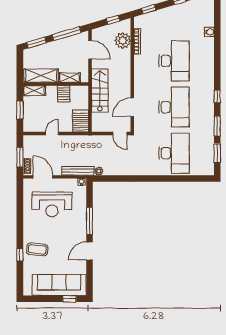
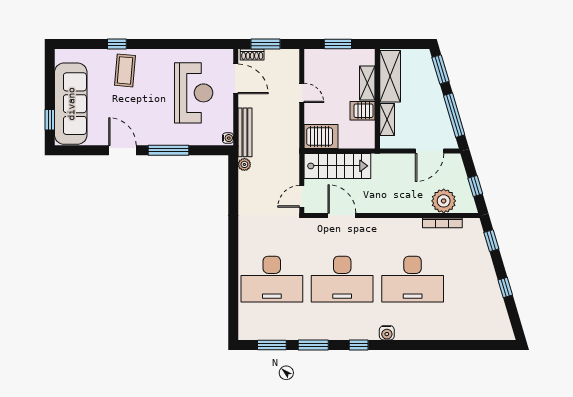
water cooler: (209, 32) -> (387, 333), moved
stairs: (100, 90) -> (337, 166), moved
shelving: (34, 91) -> (367, 83), moved
door: (43, 177) -> (236, 79), hinge flipped
reception desk: (52, 204) -> (194, 93), turned 180

